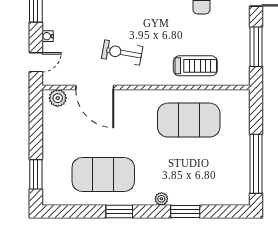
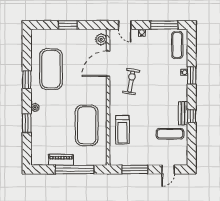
piano: (241, 159) -> (61, 160), added
window: (256, 164) -> (75, 170), moved
window: (36, 174) -> (68, 25), moved

